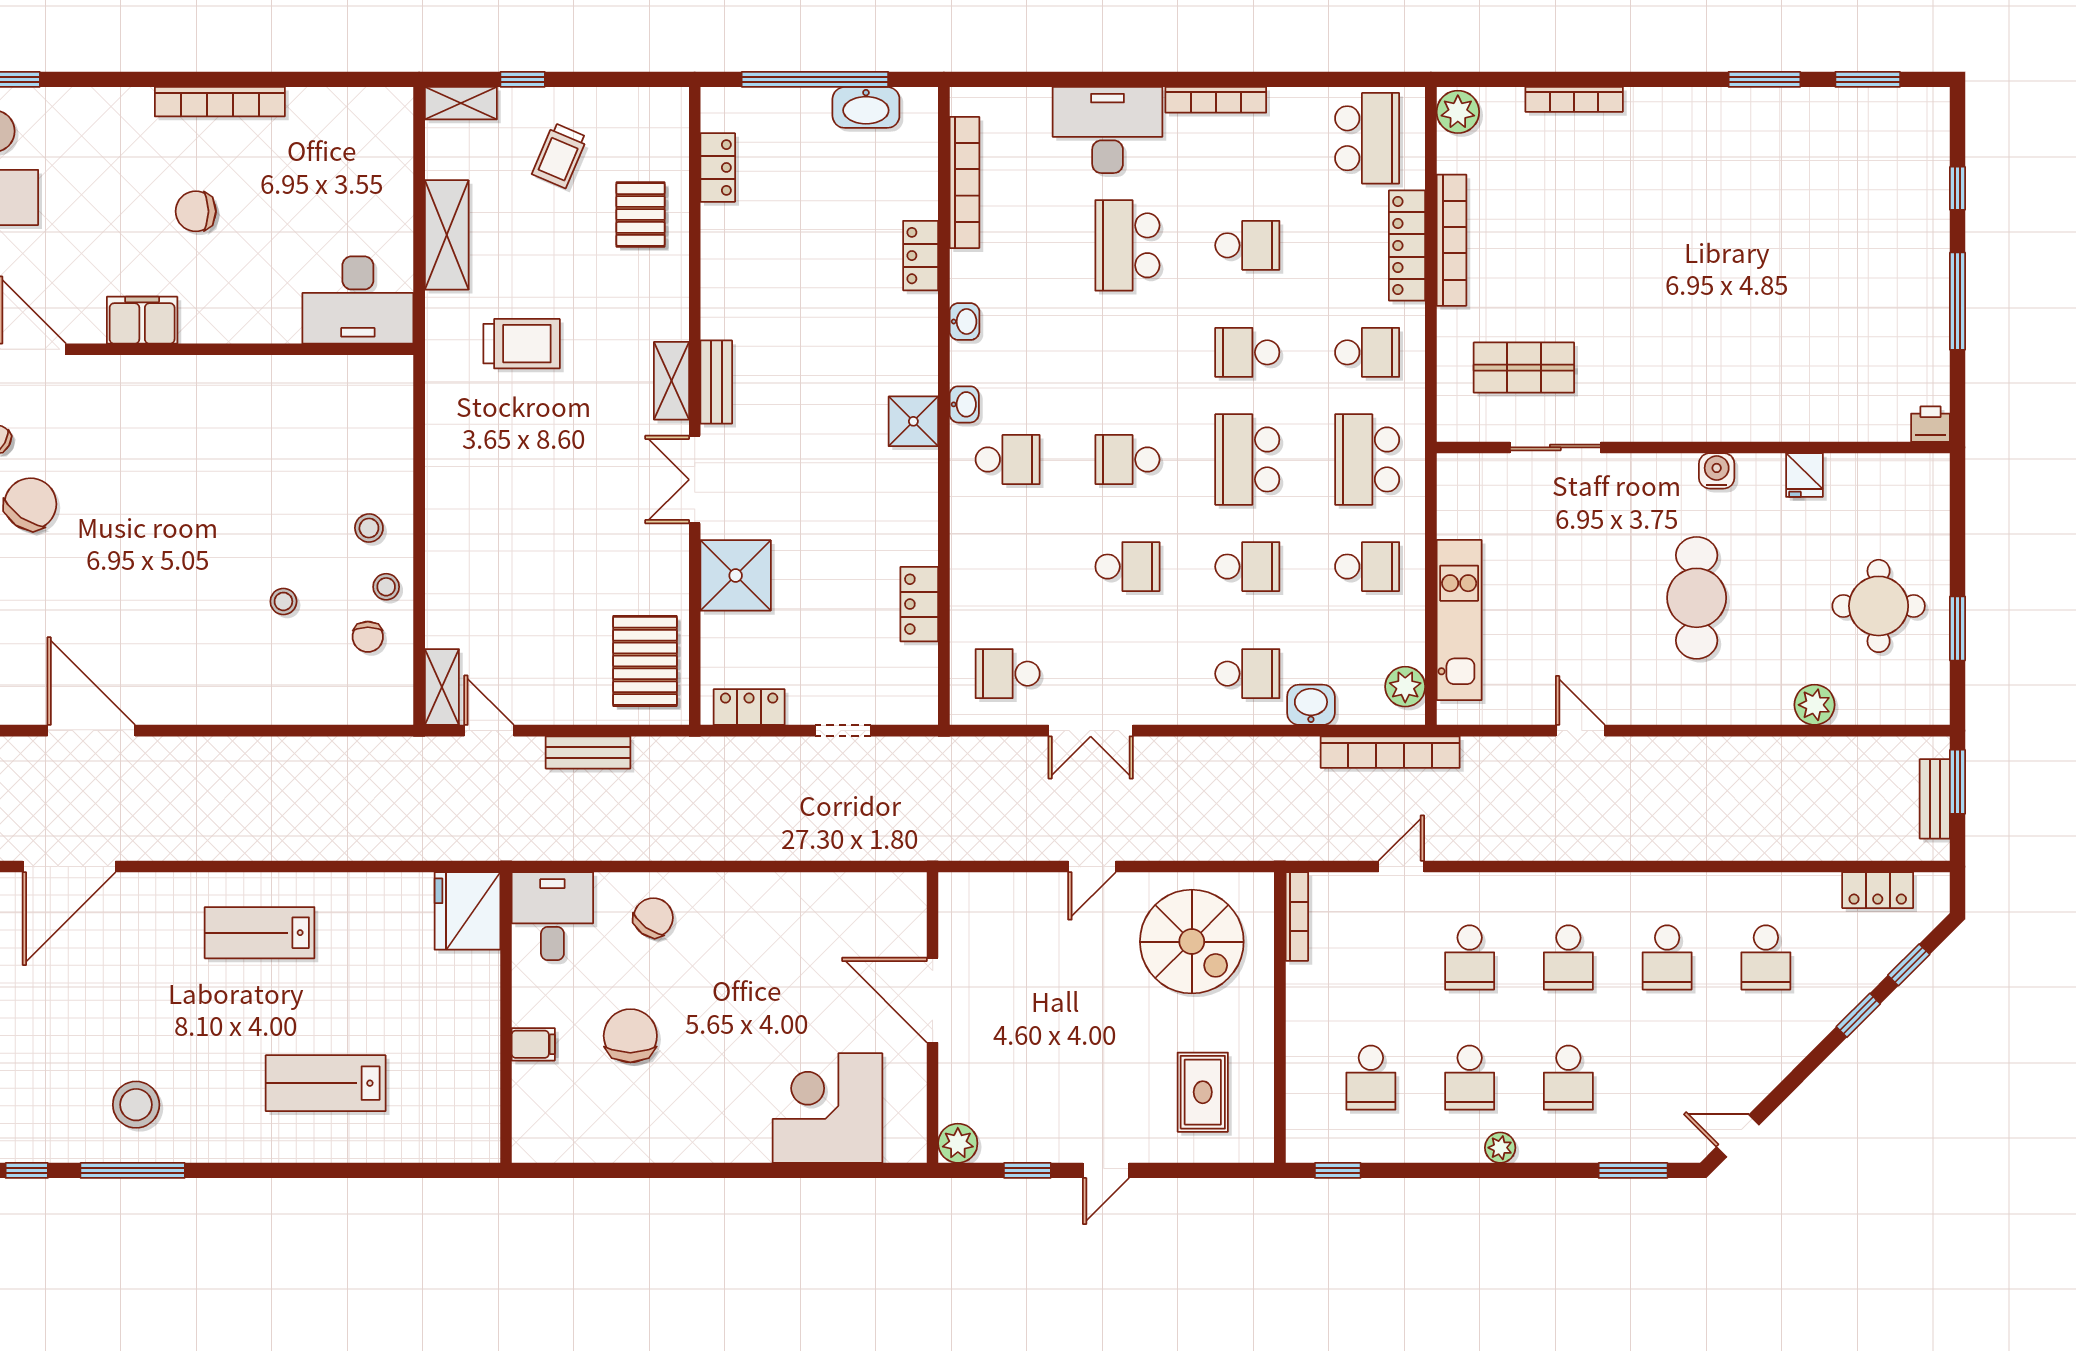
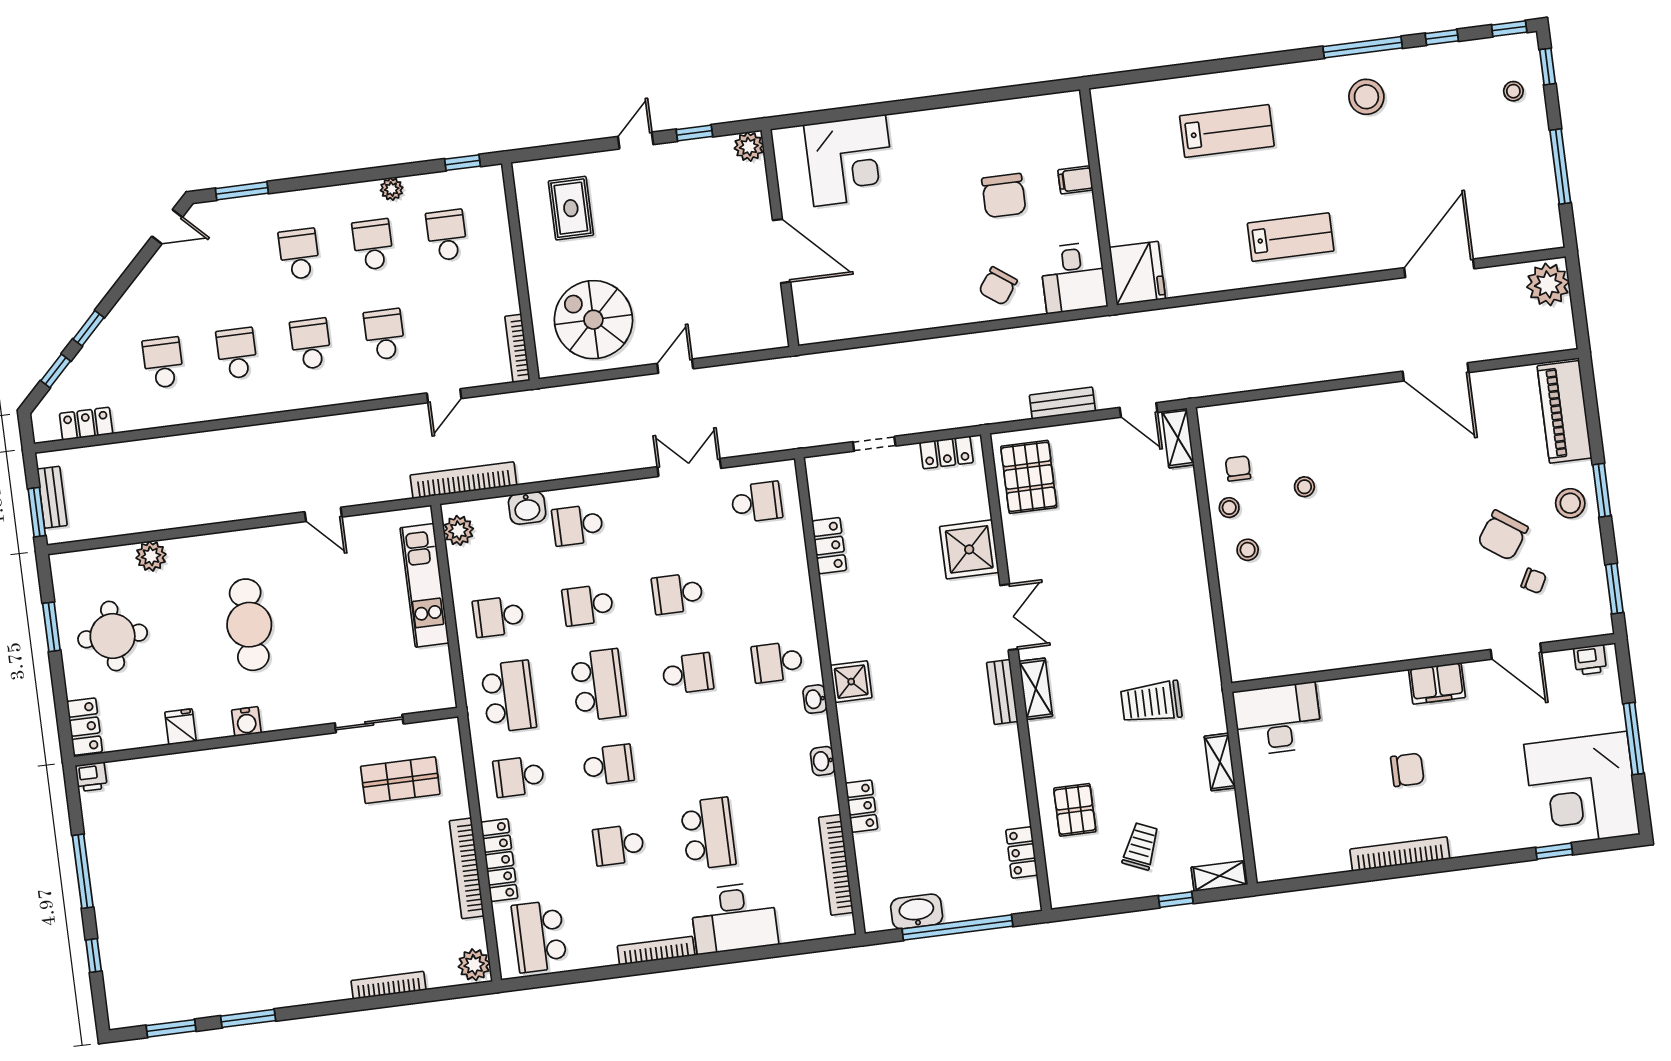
shelving: (447, 235) -> (1220, 762), width x0.67, depth x0.75
locker: (1931, 491) -> (85, 727), added
plant: (1500, 1148) -> (392, 189), moved

